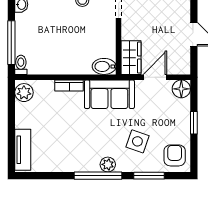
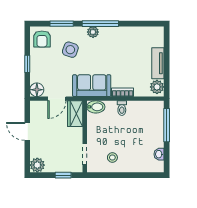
toilet: (21, 65) -> (122, 108), moved
tv unit: (23, 150) -> (158, 63), moved

